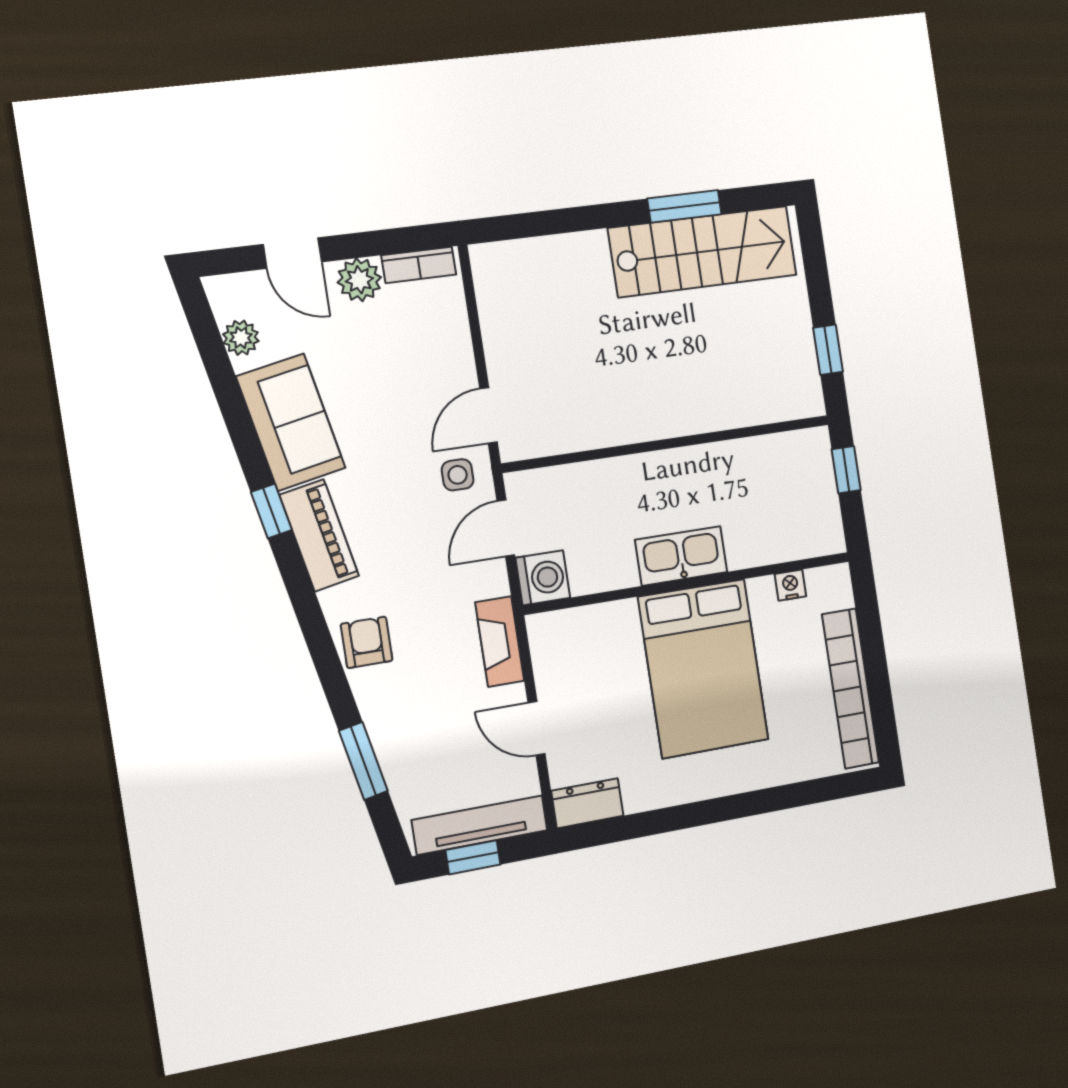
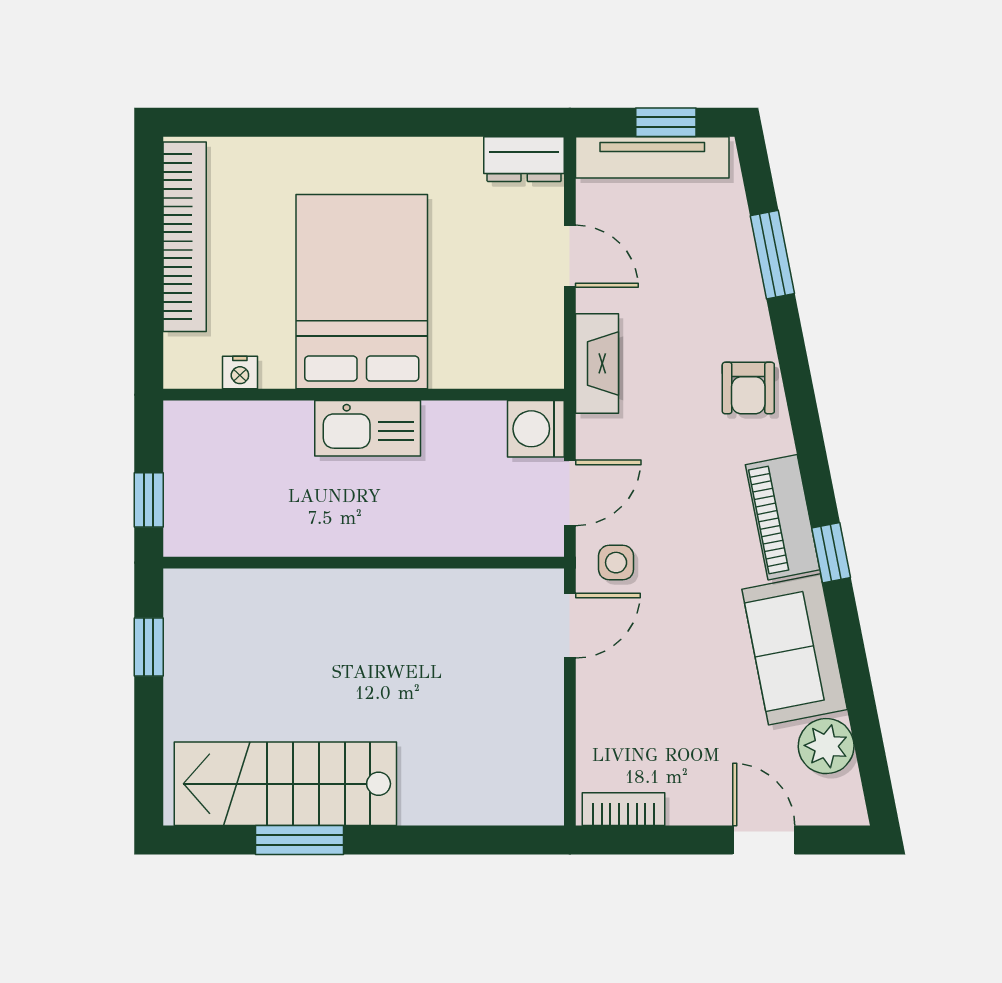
plant: (359, 280) -> (693, 801), removed
plant: (241, 338) -> (826, 746), width x1.38, depth x1.38

